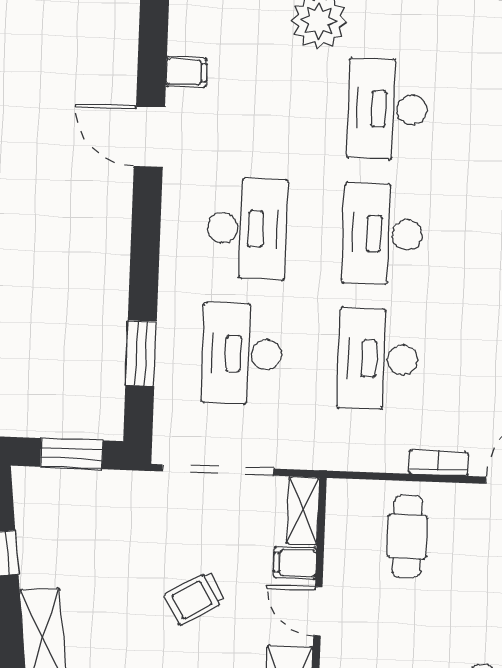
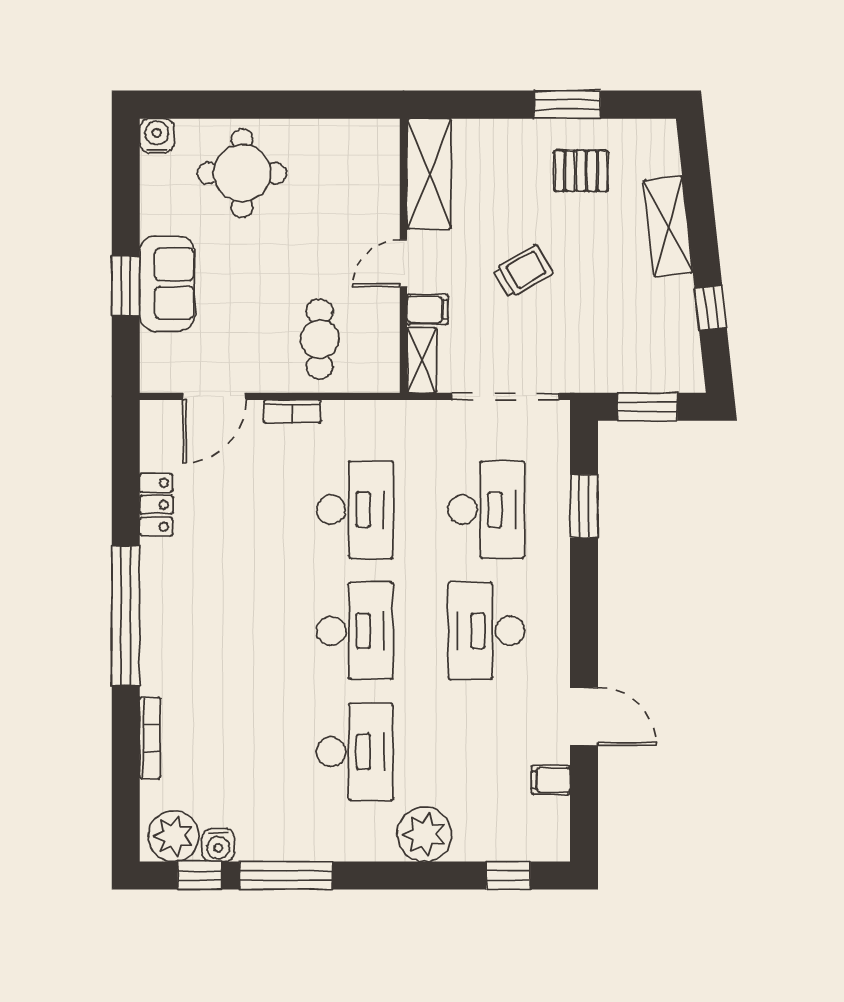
door: (318, 611) -> (403, 263), swing flipped

